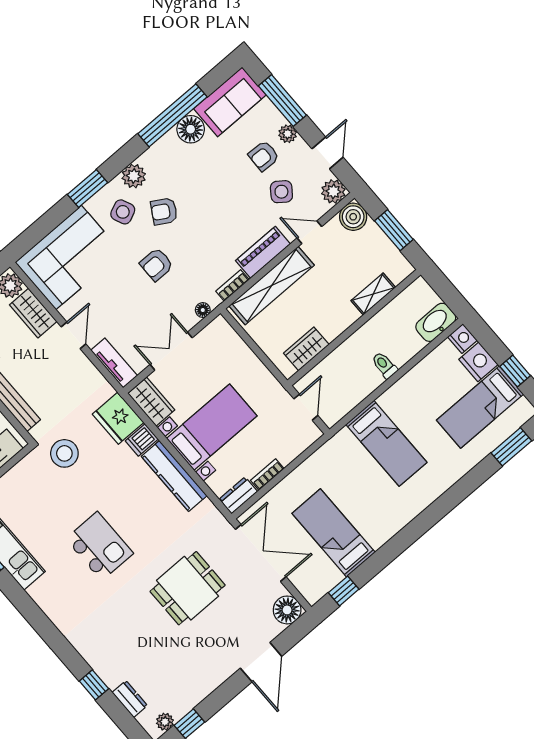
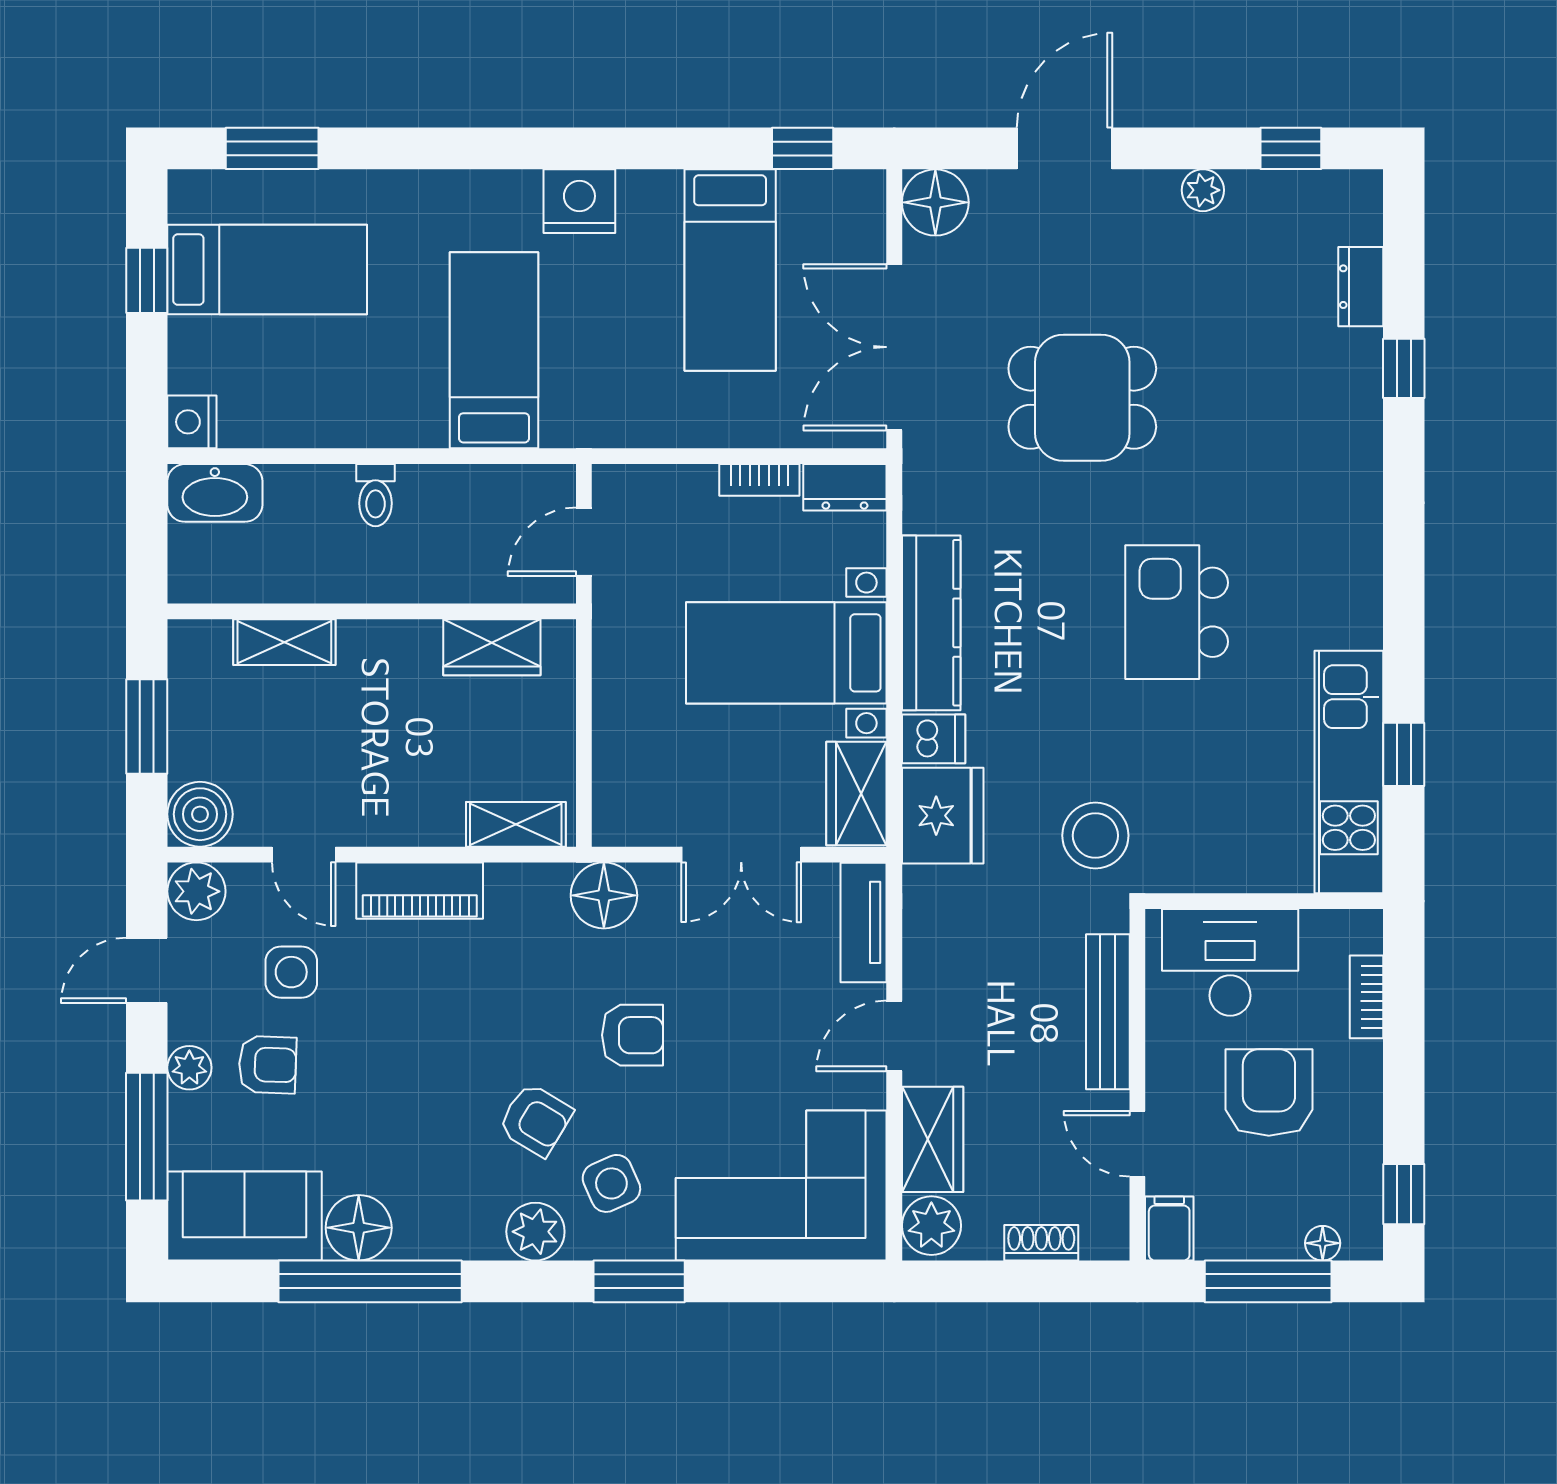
side table: (281, 192) -> (291, 972), turned -36
bookcase: (232, 285) -> (527, 878), removed
shelving: (272, 286) -> (516, 824), width x0.45, depth x0.75
floor lamp: (203, 310) -> (604, 895), width x1.89, depth x1.89
nightstand: (478, 362) -> (579, 201), moved, turned 90
plant: (165, 722) -> (1203, 190), moved

